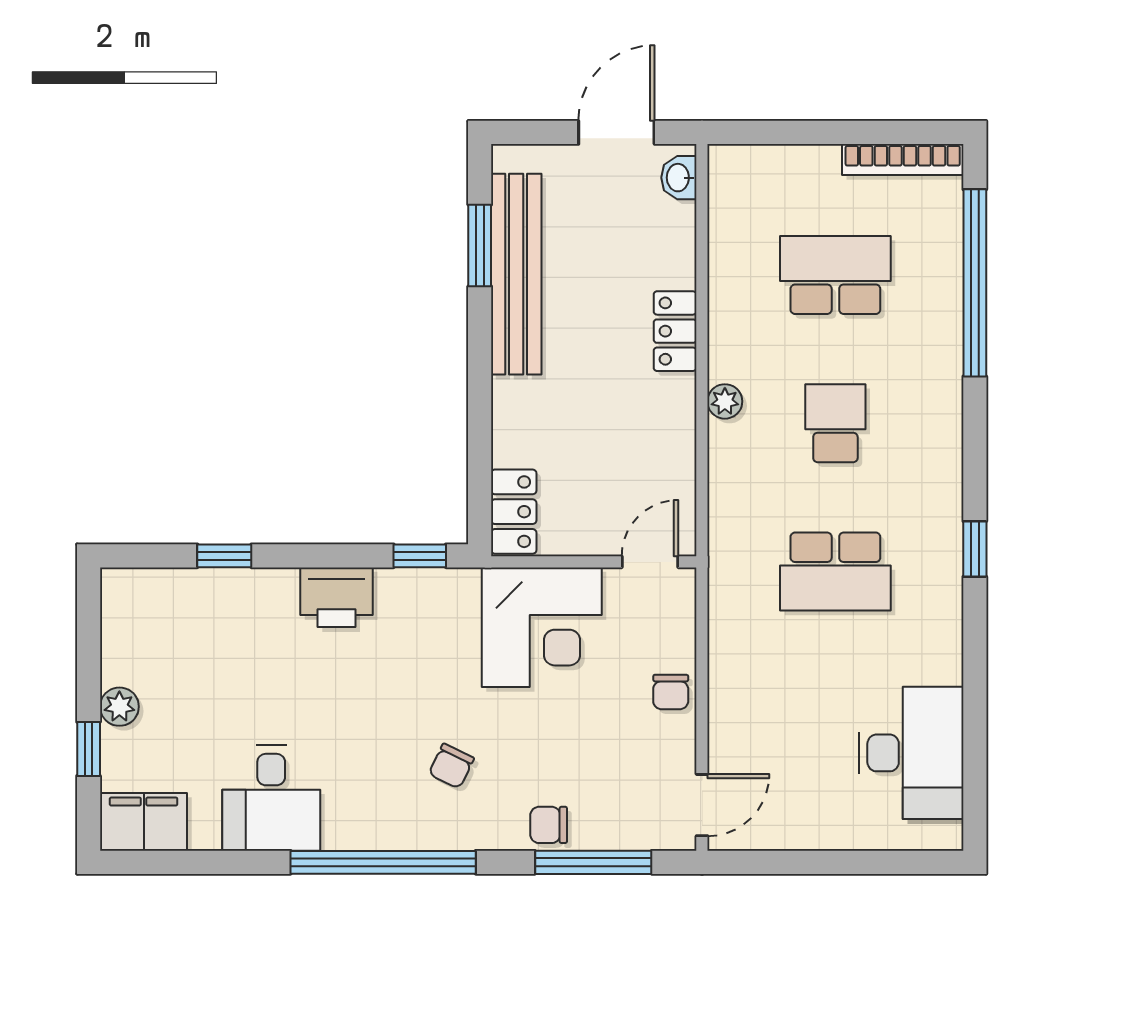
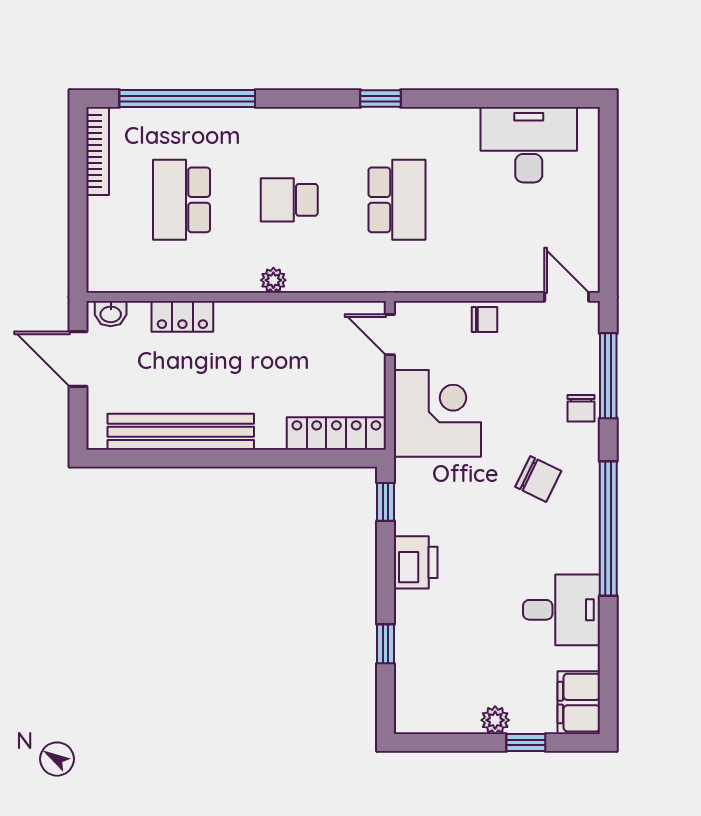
window: (480, 246) -> (160, 458), removed
locker: (675, 331) -> (182, 316), moved
locker: (514, 512) -> (336, 434), width x1.53
chair: (451, 766) -> (538, 479), width x1.37, depth x1.37

